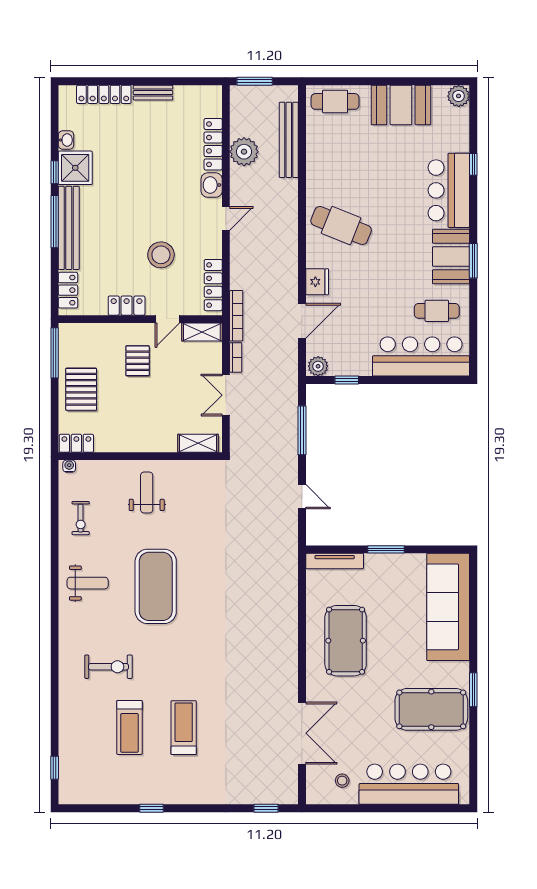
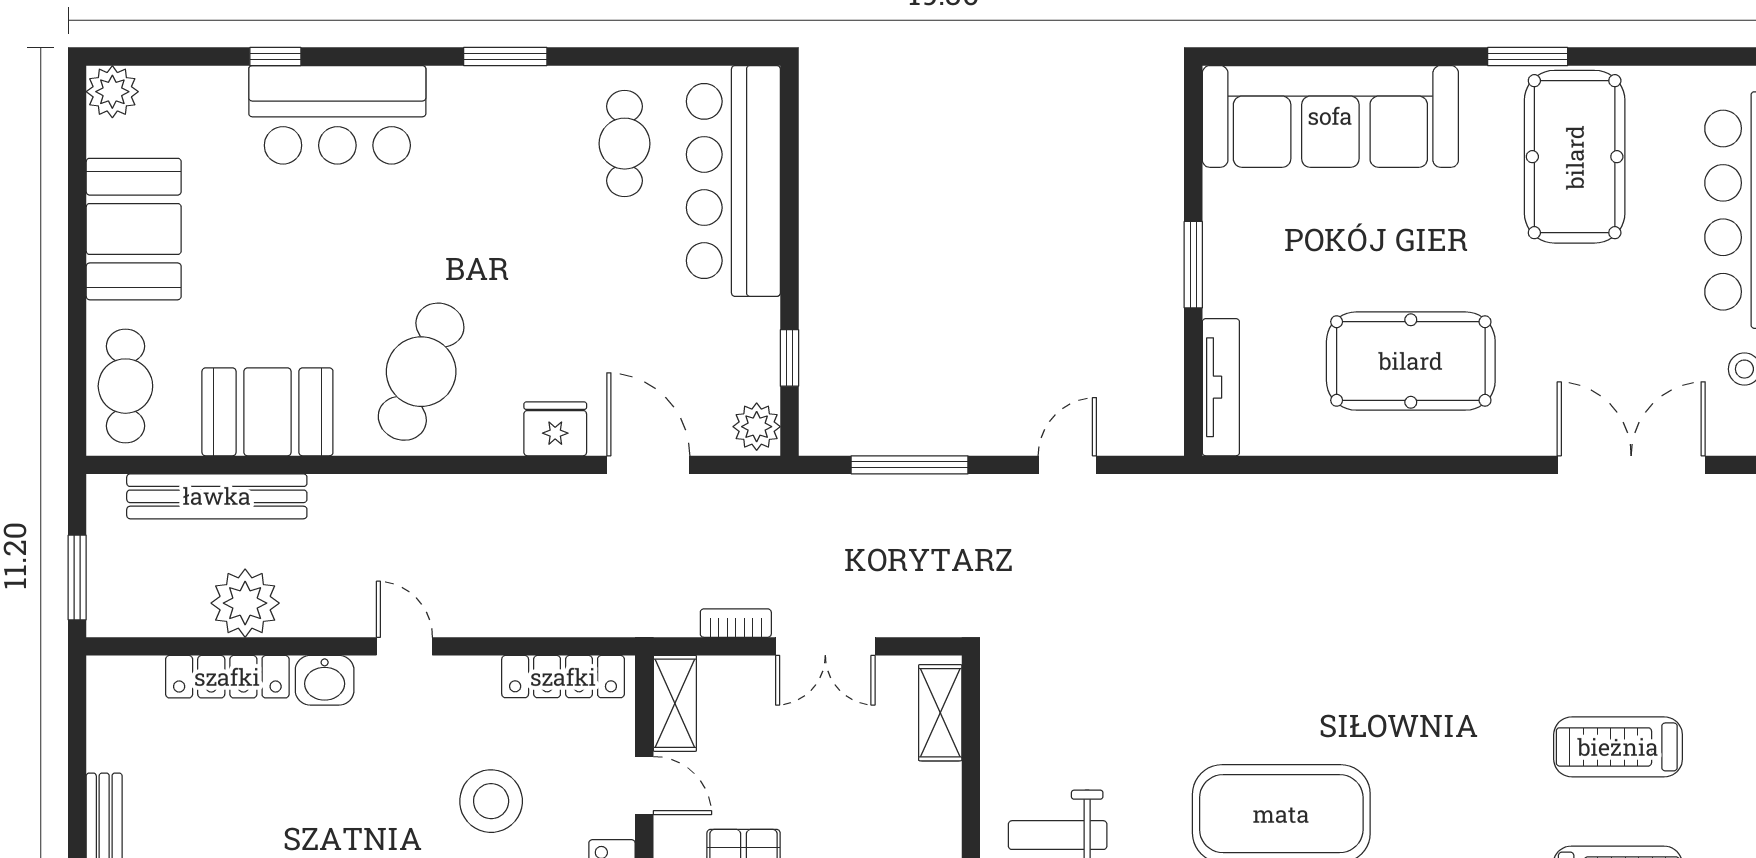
booth: (451, 257) -> (267, 412), moved
bookcase: (236, 316) -> (636, 622), removed

